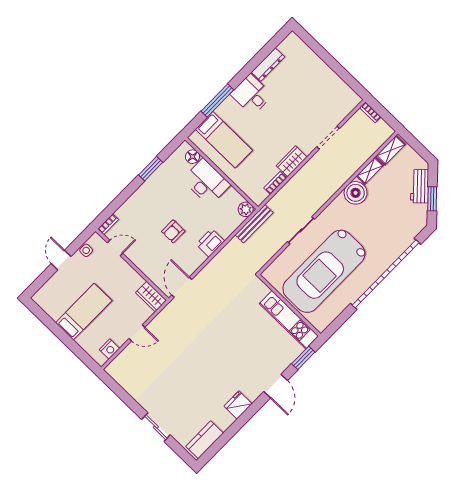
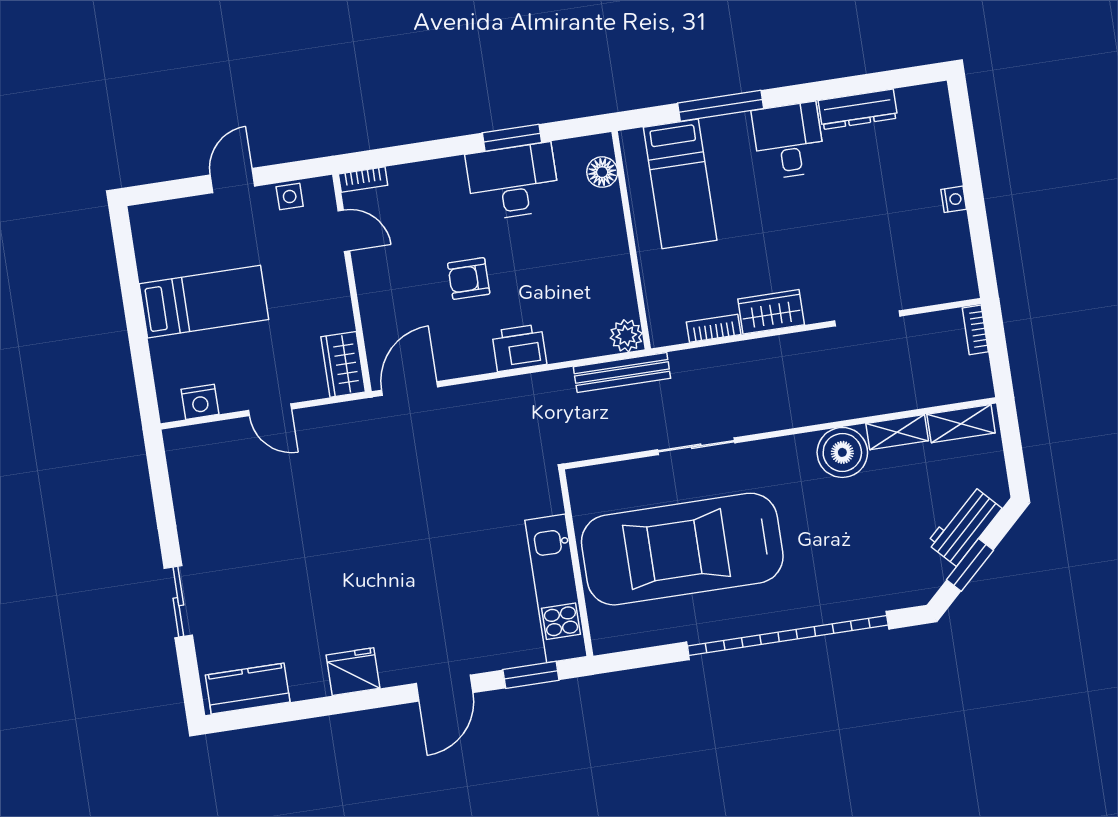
nightstand: (327, 71) -> (954, 199), added
desk: (206, 182) -> (513, 182), moved, turned -90

